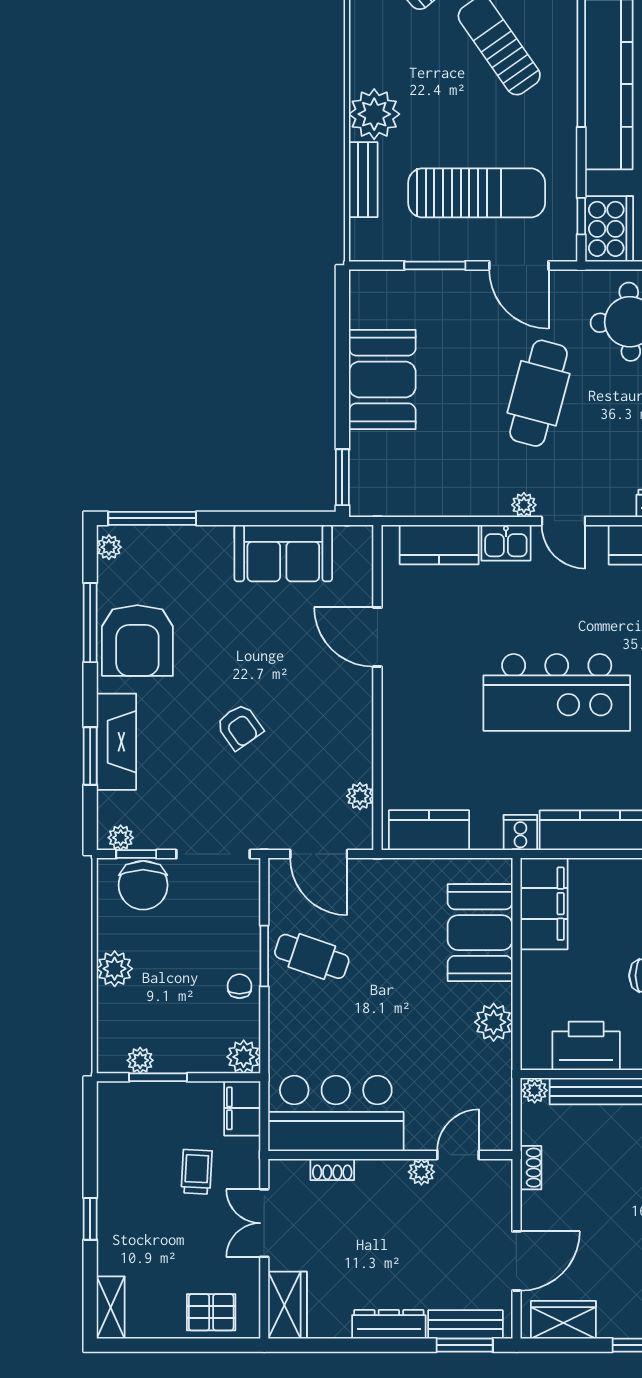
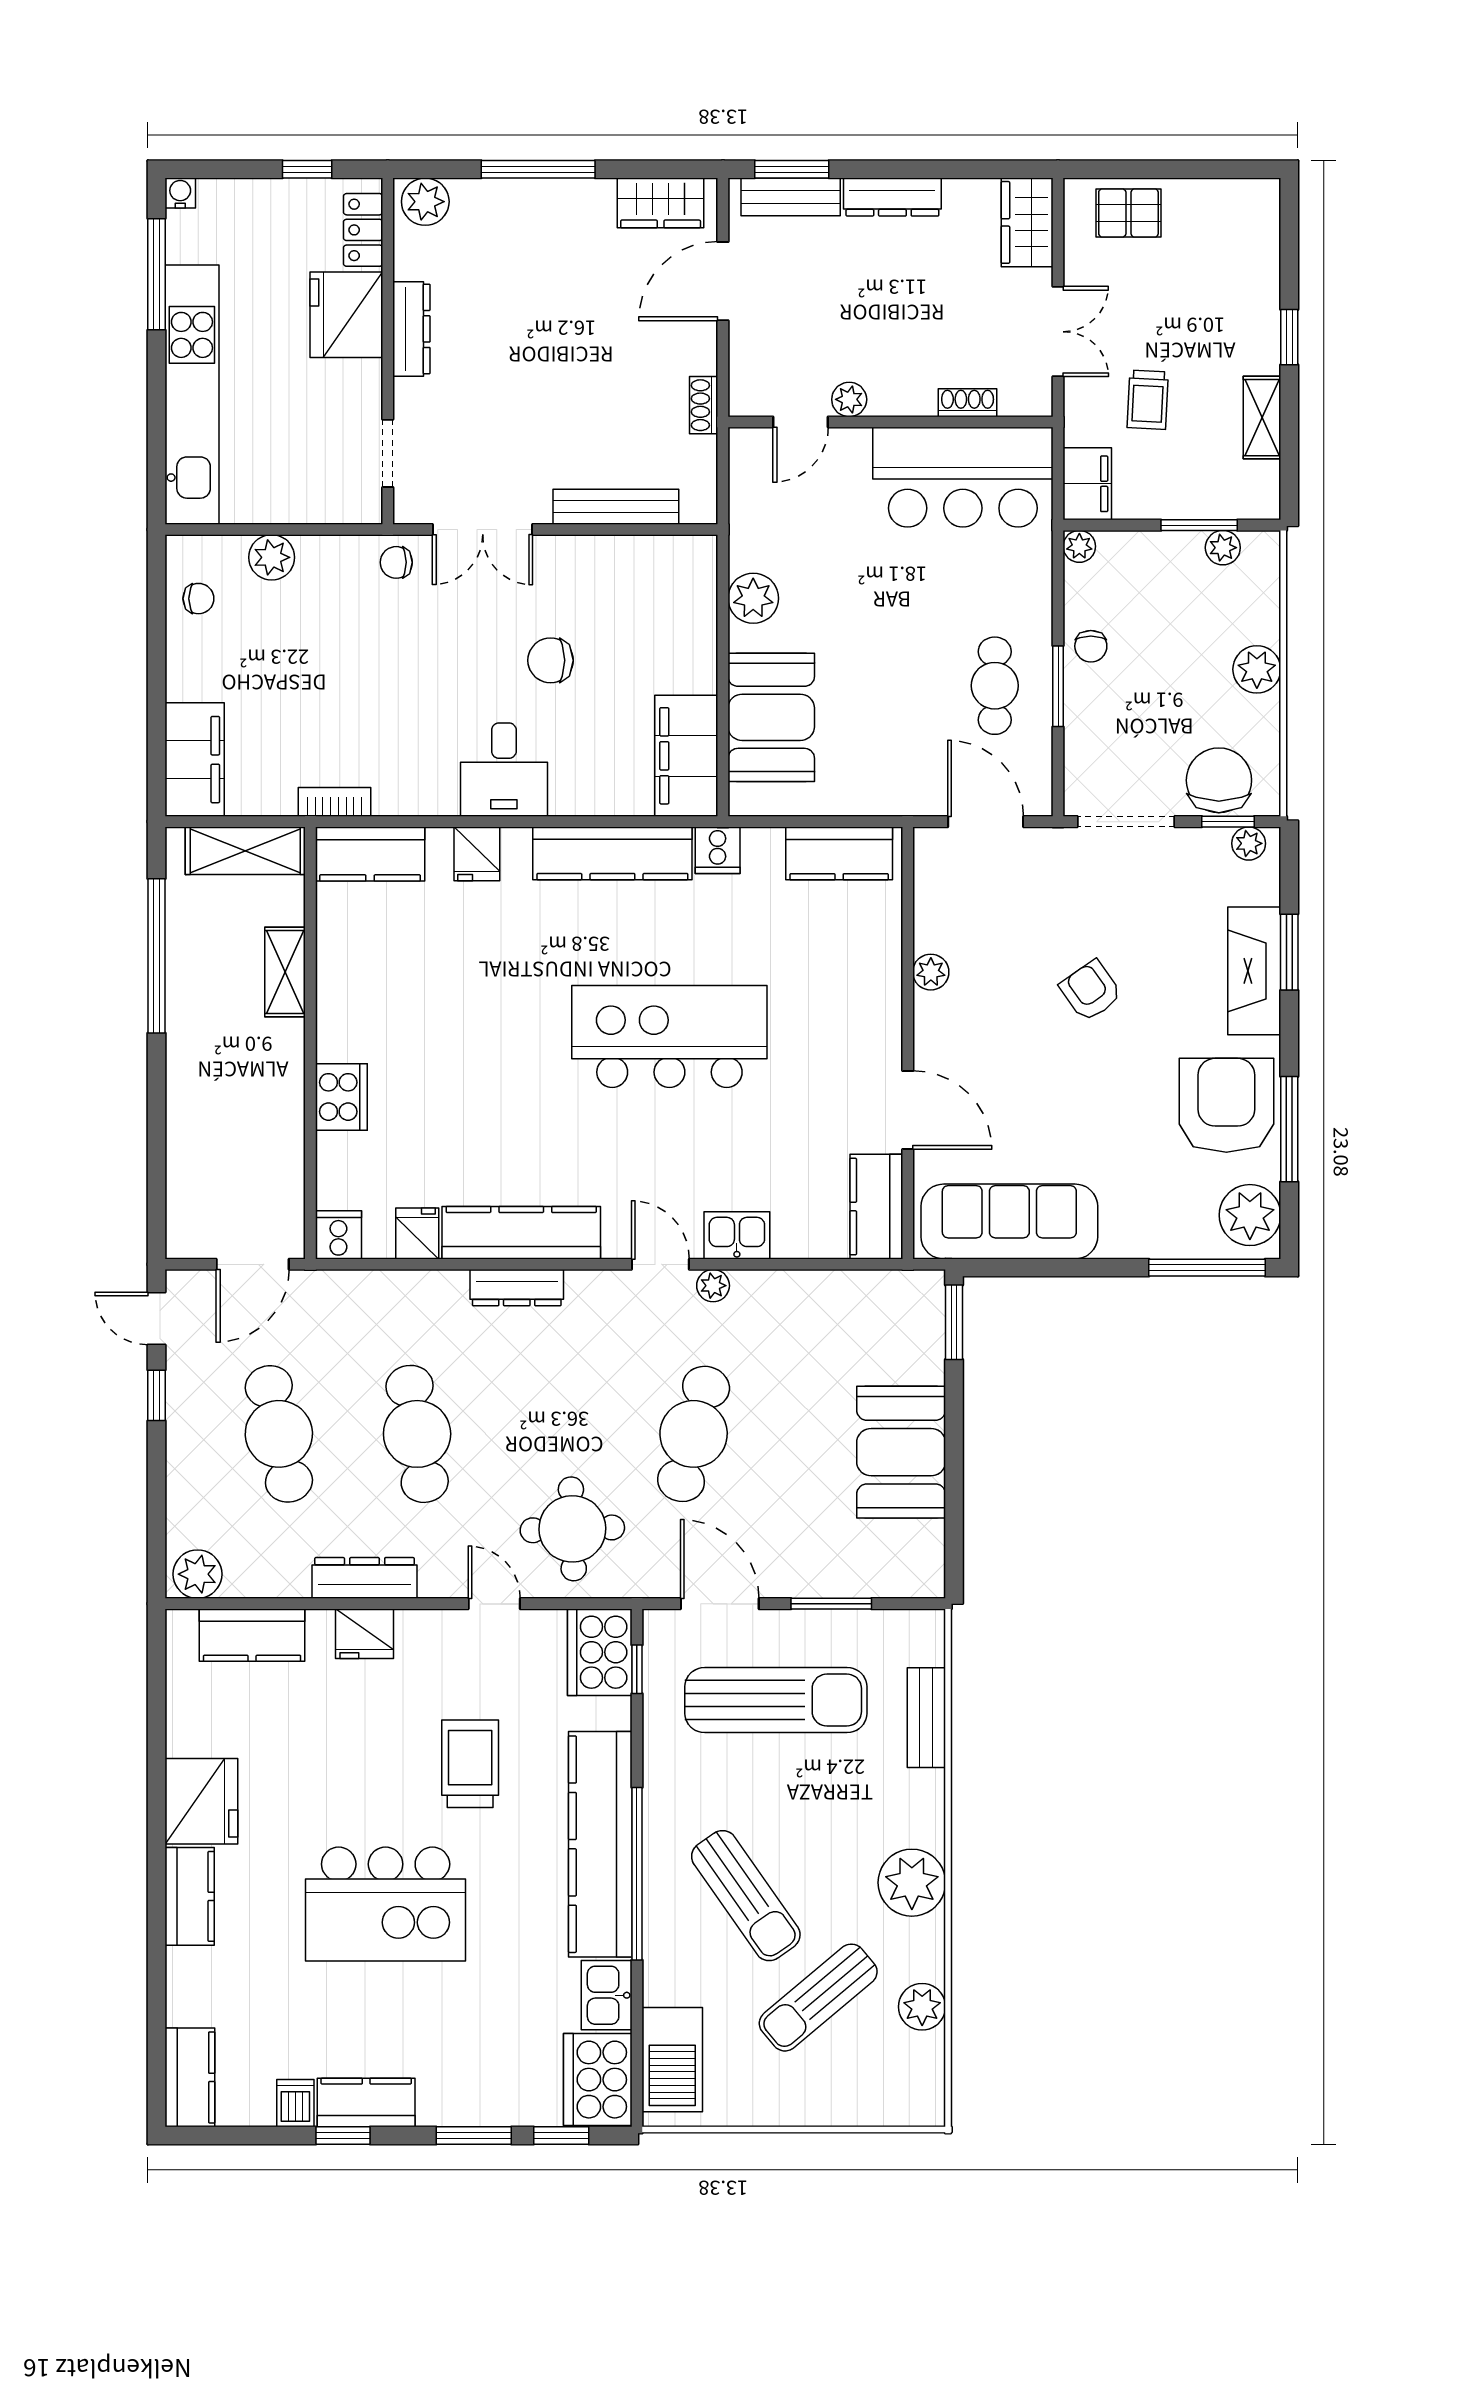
plant: (374, 114) -> (912, 1883), moved
sun lounger: (477, 193) -> (776, 1700), turned 180
kitchen counter: (439, 545) -> (876, 1207), moved, turned -90
plant: (109, 547) -> (1250, 1215), width x1.88, depth x1.88
sofa: (283, 553) -> (1009, 1222), width x1.36
plant: (360, 796) -> (931, 972), moved
cafe table: (312, 956) -> (995, 686), turned 71
printer: (586, 1046) -> (630, 567), removed
plant: (244, 1057) -> (1079, 546), width x0.73, depth x0.73
plant: (535, 1090) -> (699, 508), removed
shelving: (111, 1308) -> (1262, 418), moved

